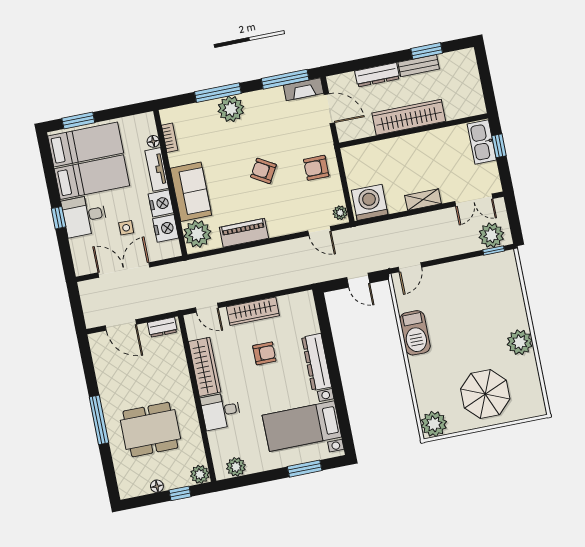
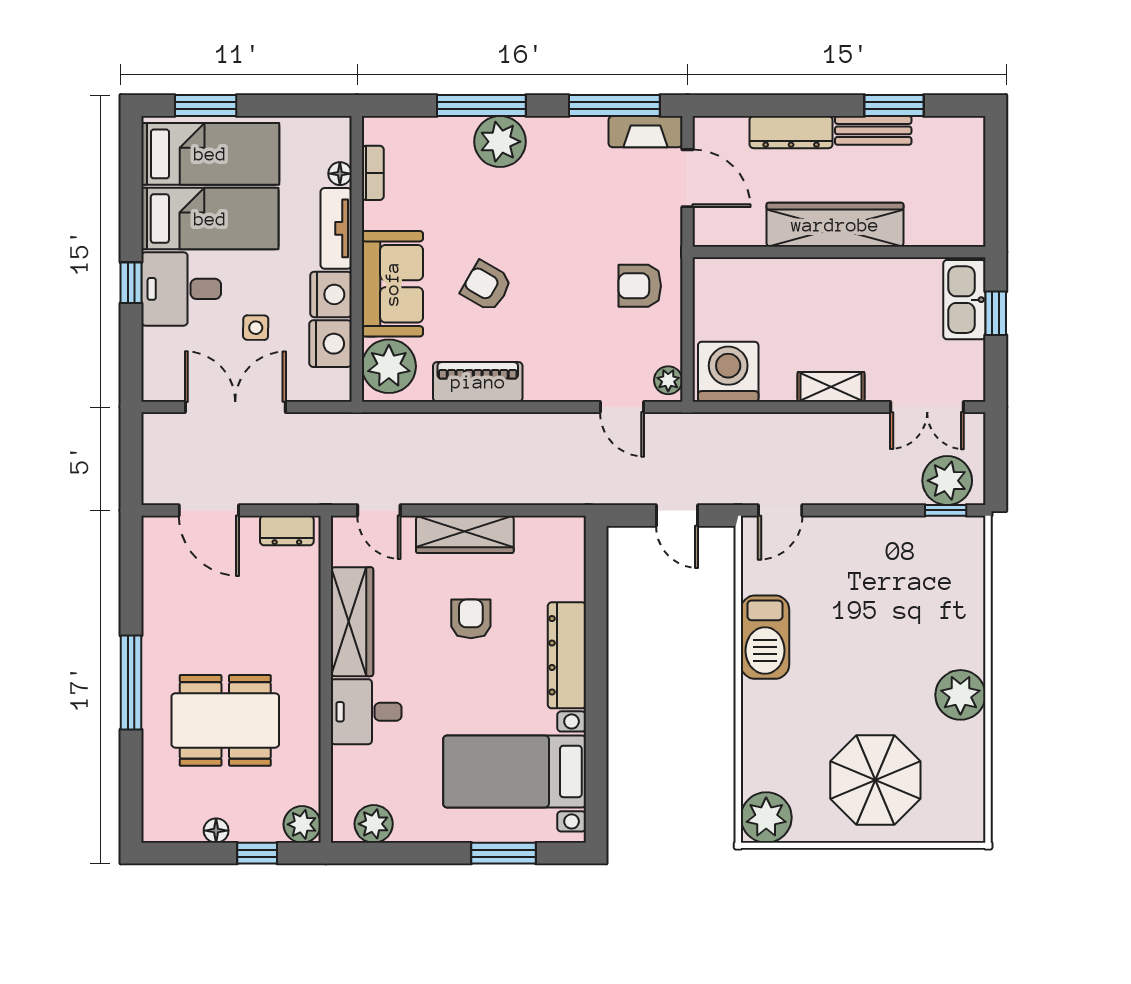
armchair: (263, 171) -> (486, 286), moved
armchair: (264, 353) -> (471, 619), turned -90

